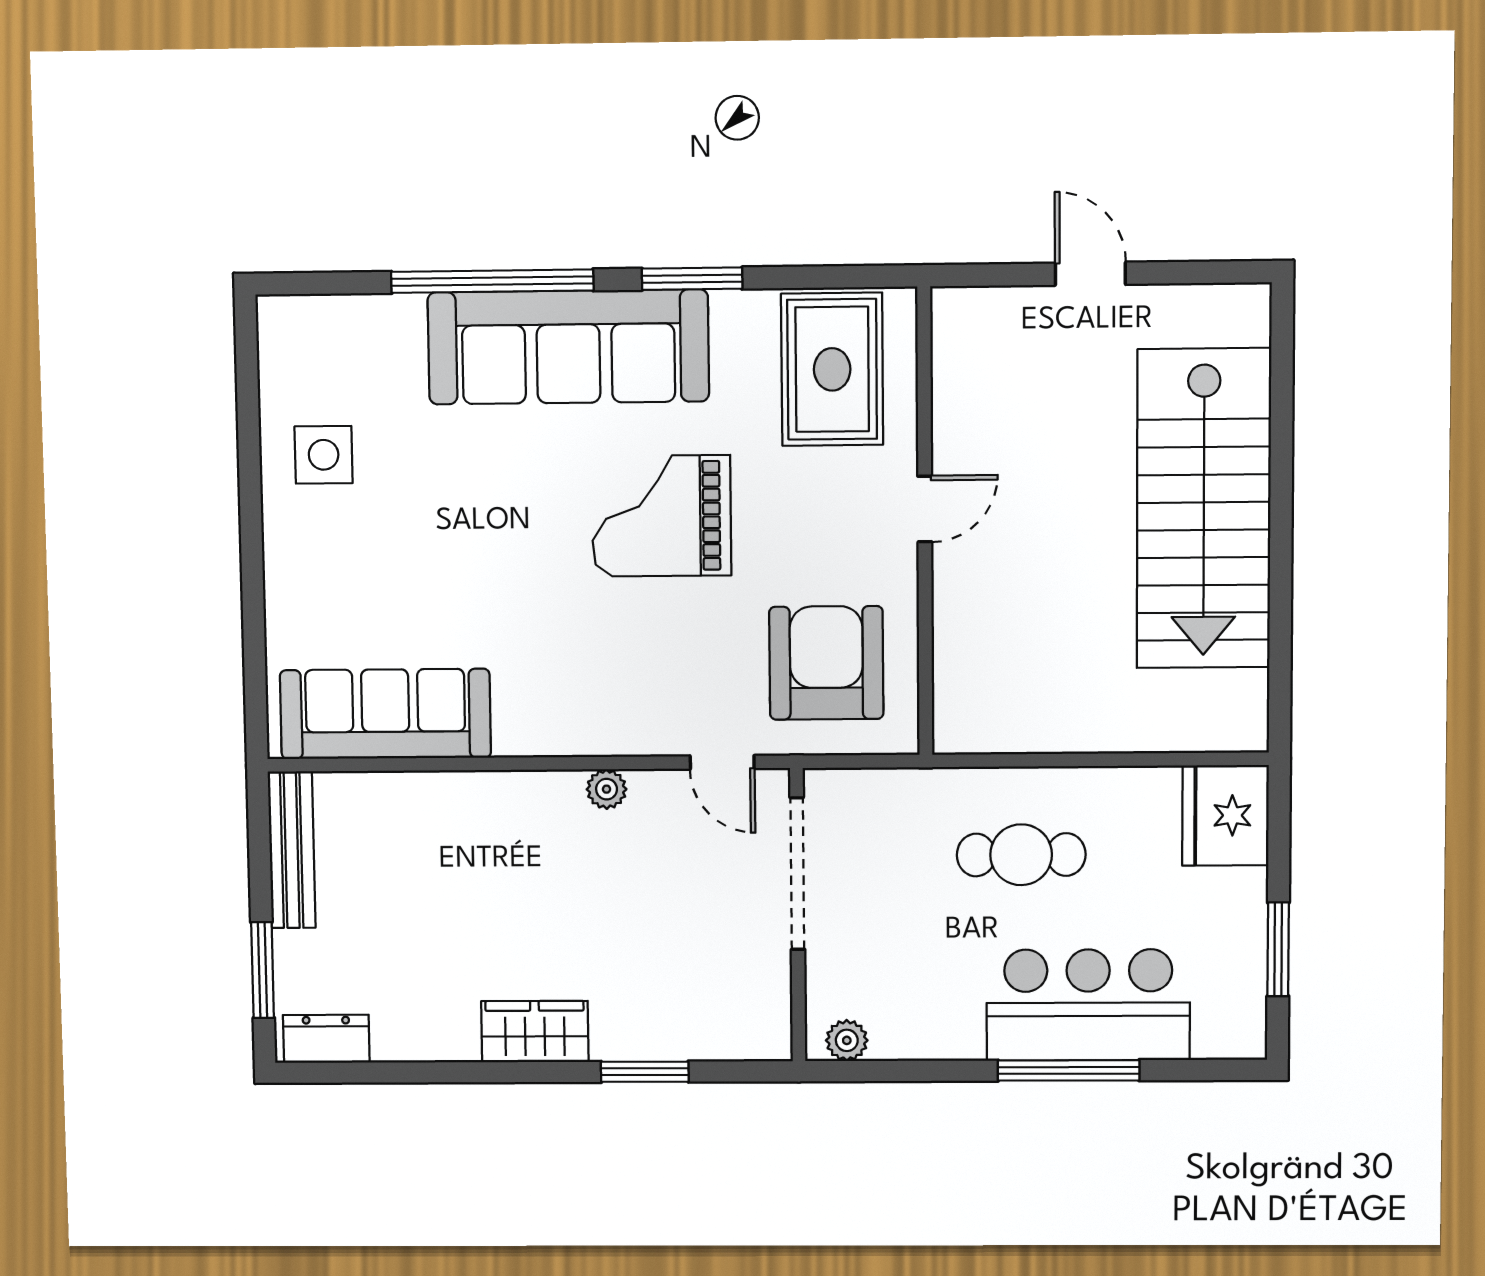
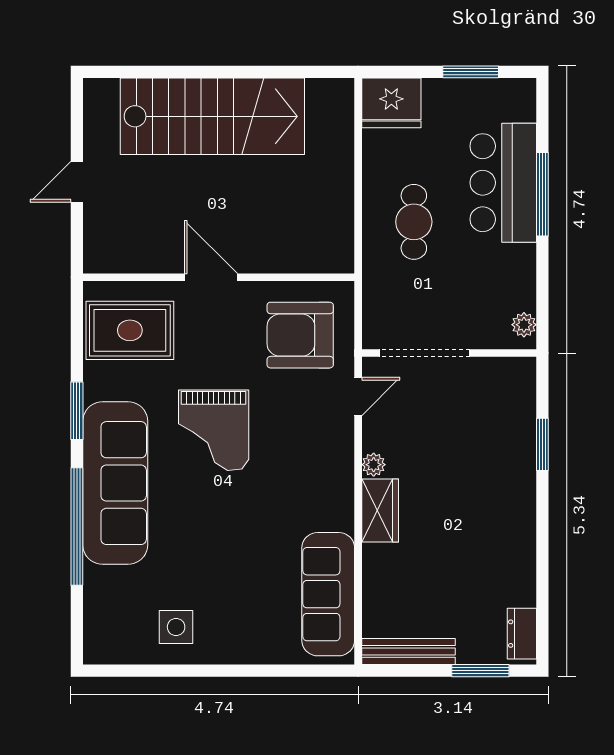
door: (925, 509) -> (211, 277), width x1.38
wardrobe: (535, 1032) -> (380, 510), moved, turned 180

